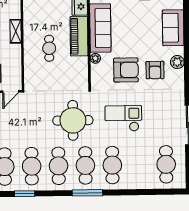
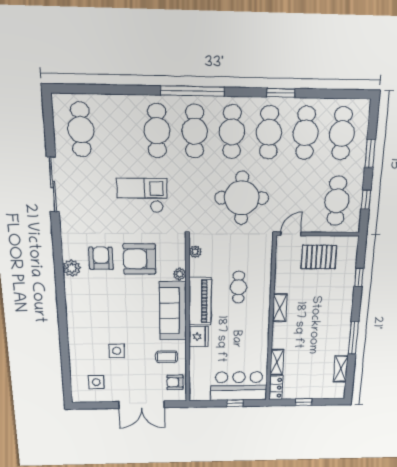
sofa: (173, 28) -> (79, 311), removed
plant: (84, 76) -> (195, 252), added
checkout: (123, 118) -> (142, 195), turned 180
round table: (73, 120) -> (242, 198), moved
window: (87, 193) -> (192, 91), width x1.46

